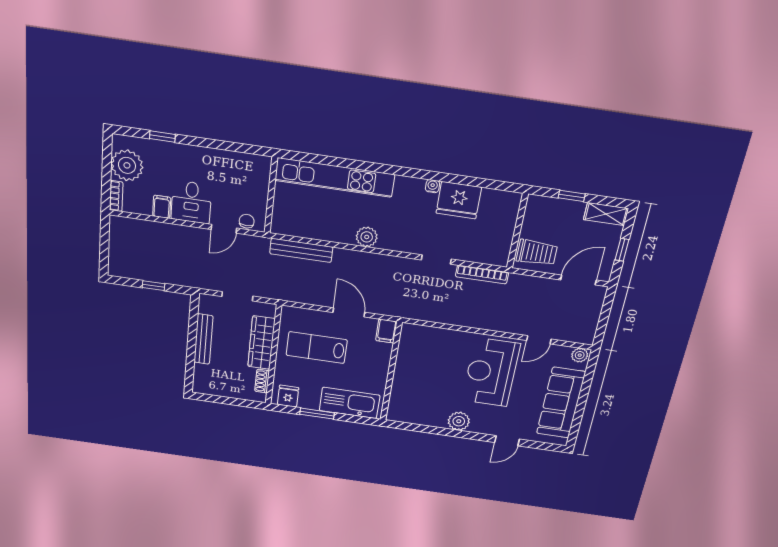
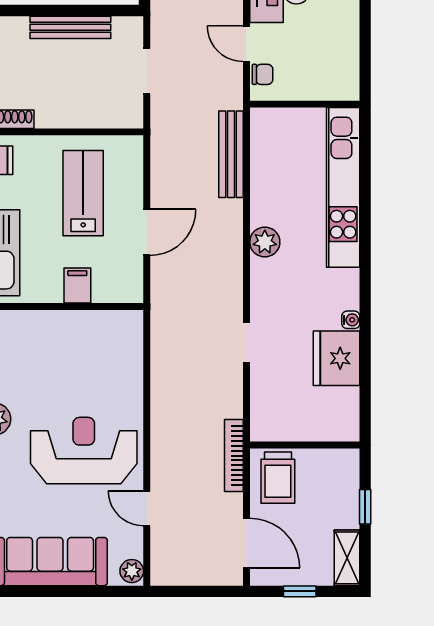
bookcase: (482, 275) -> (234, 456), moved
filing cabinet: (386, 331) -> (77, 285), moved, turned 90
wardrobe: (261, 343) -> (78, 112), removed

